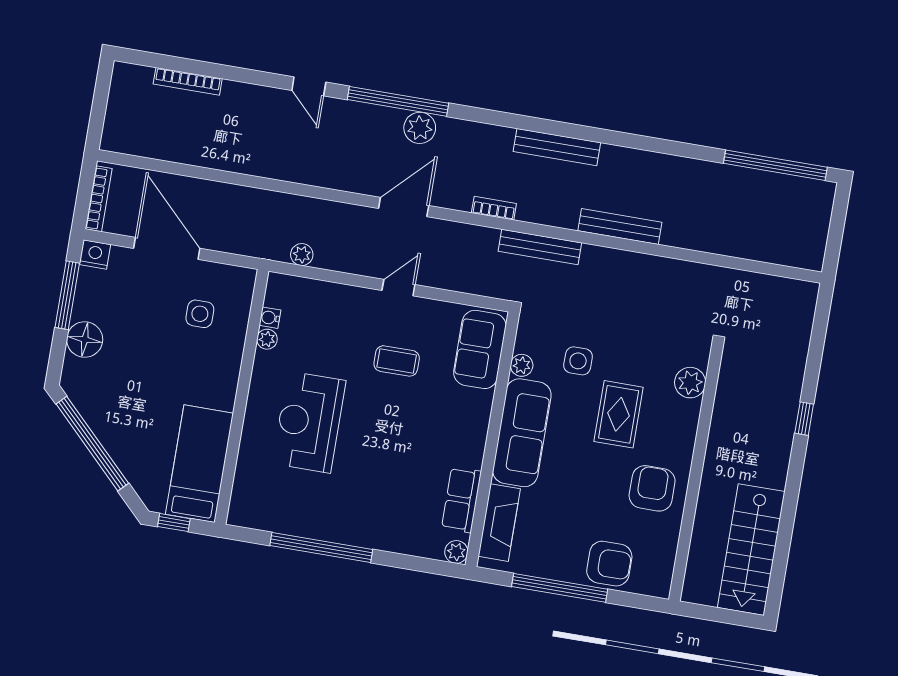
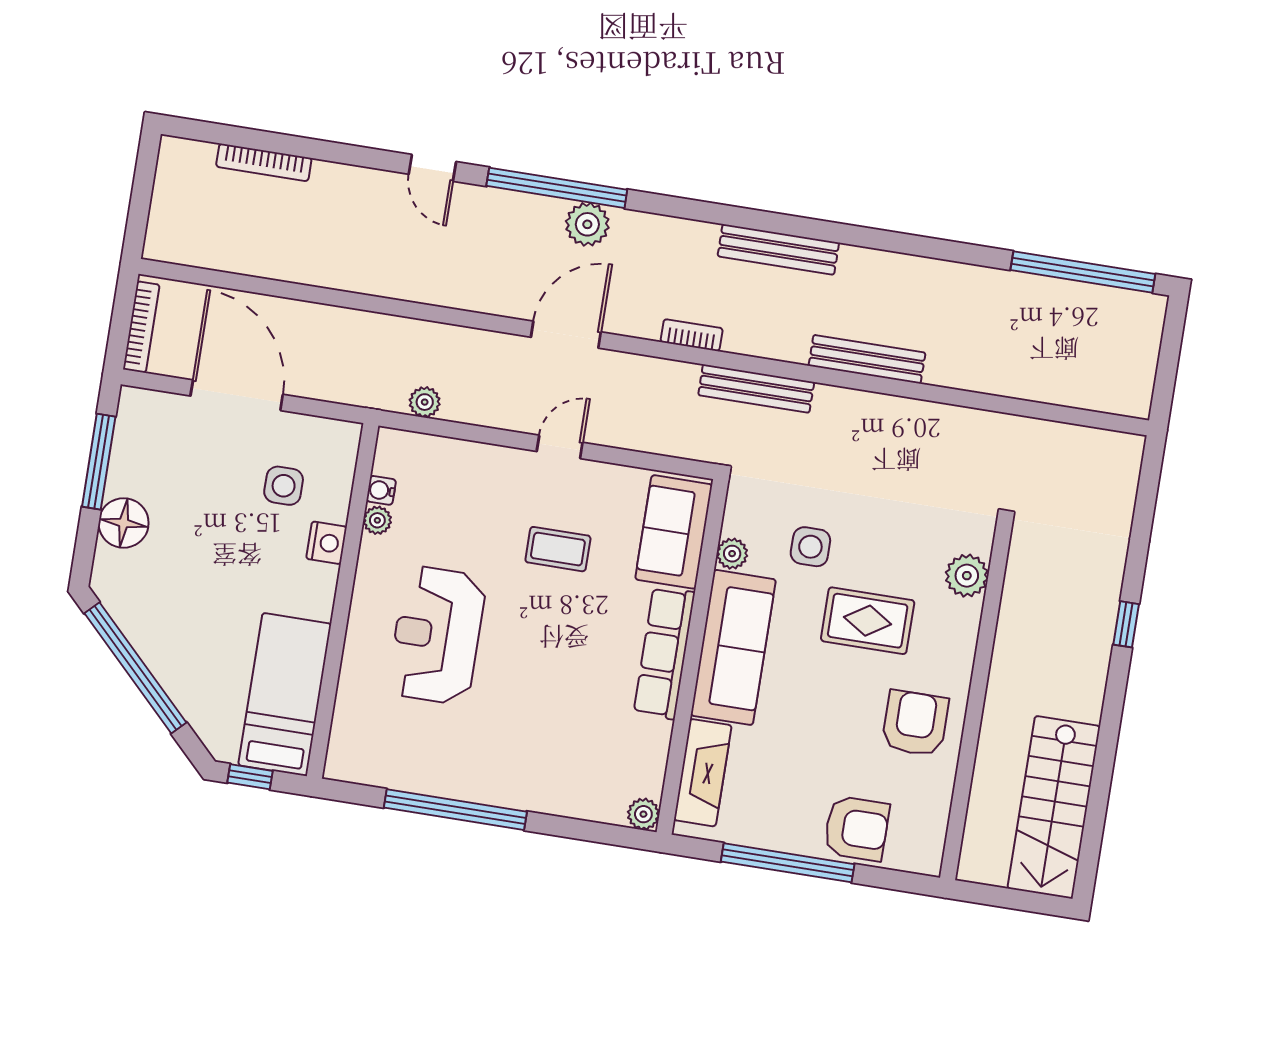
nightstand: (95, 255) -> (326, 543), moved, turned 90
rug: (619, 414) -> (868, 621), turned 90
row of seats: (461, 500) -> (664, 653), moved, width x1.48

